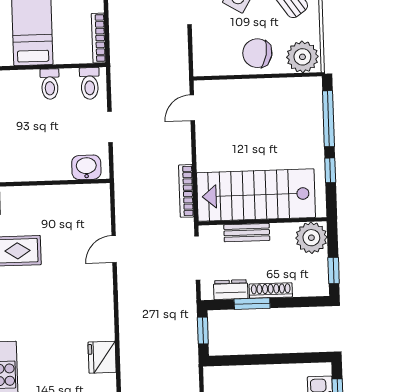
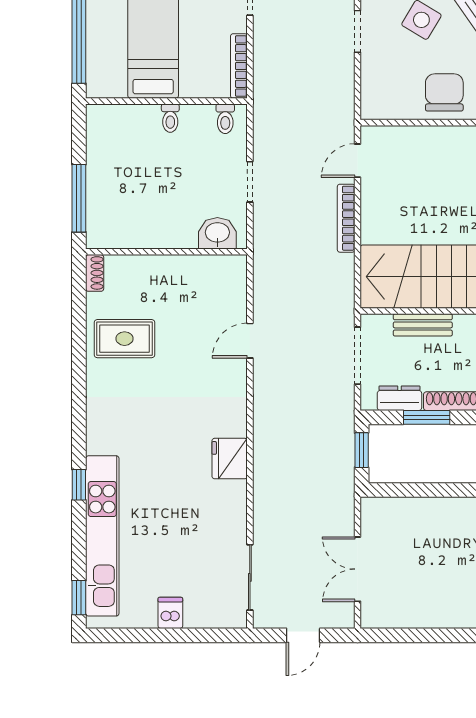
chair: (257, 53) -> (444, 92), turned 79
toilet: (90, 83) -> (225, 119), width x0.73, depth x0.72
toilet: (50, 84) -> (170, 118), width x0.73, depth x0.72
bookcase: (186, 191) -> (346, 218), moved
fridge: (102, 357) -> (230, 459), moved

